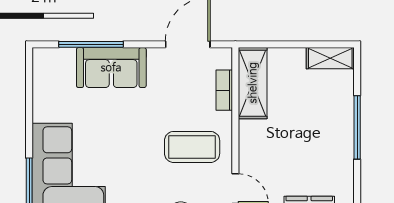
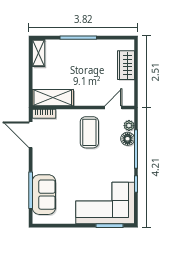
sofa: (111, 68) -> (44, 195), moved
bookcase: (224, 90) -> (44, 114), moved

